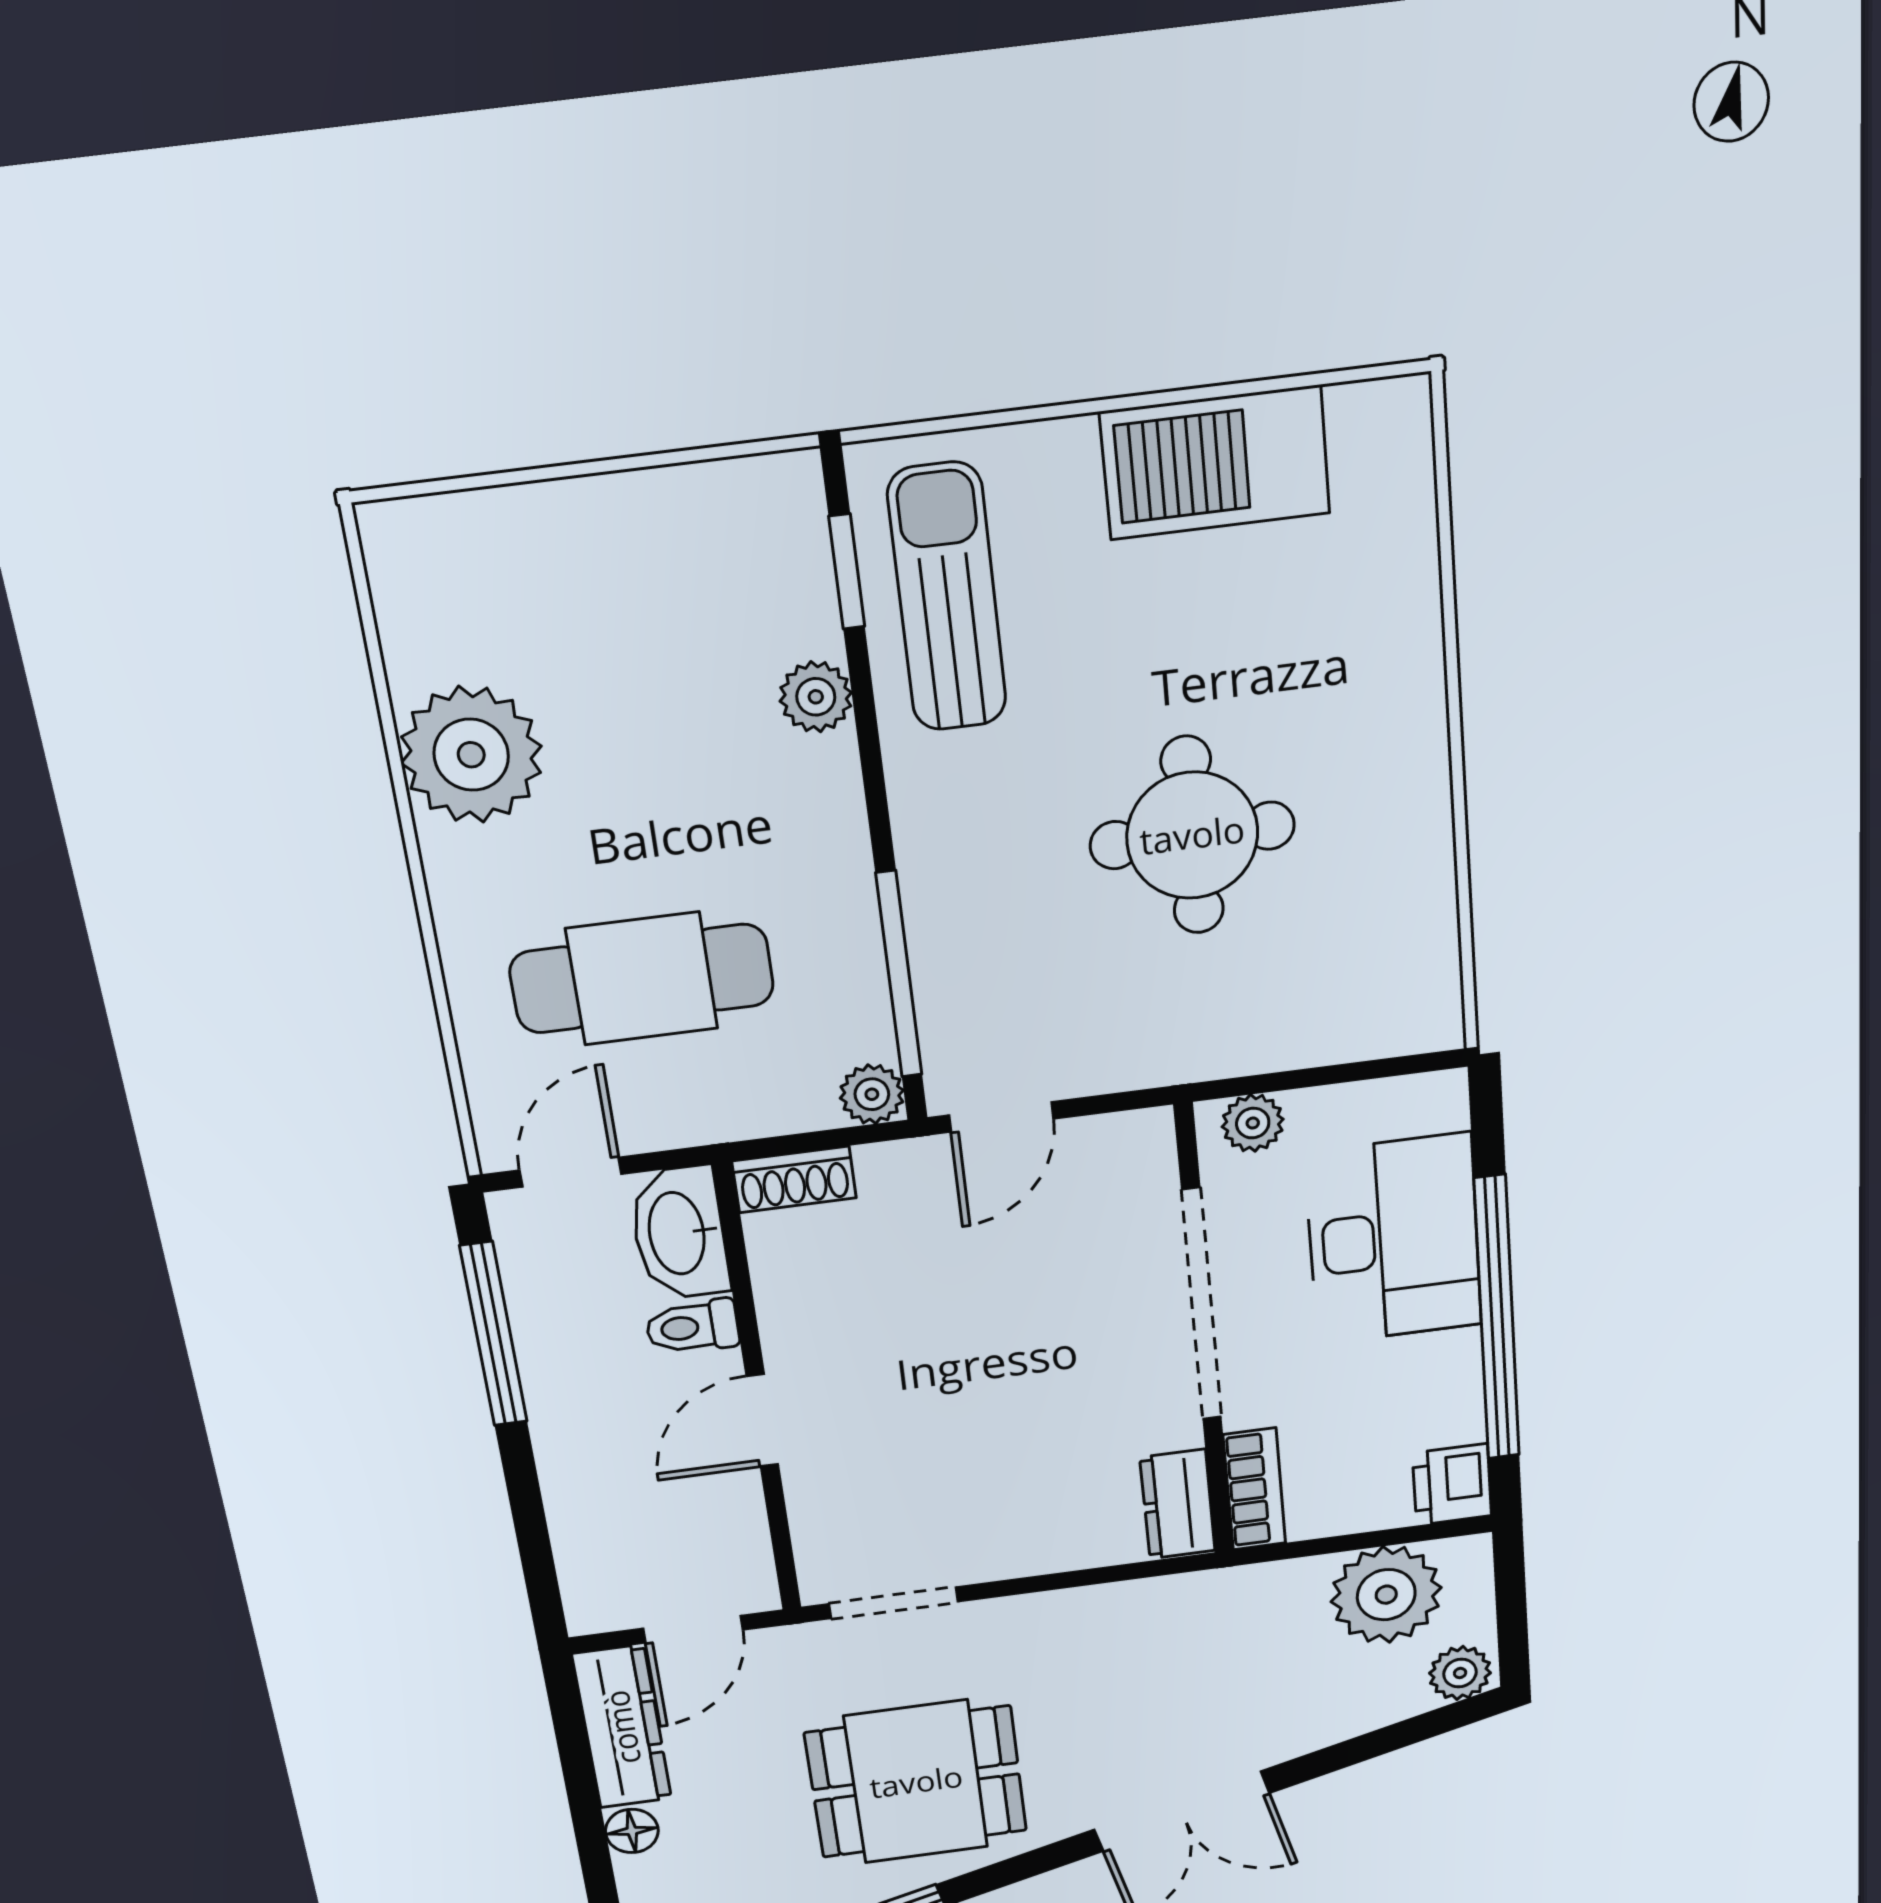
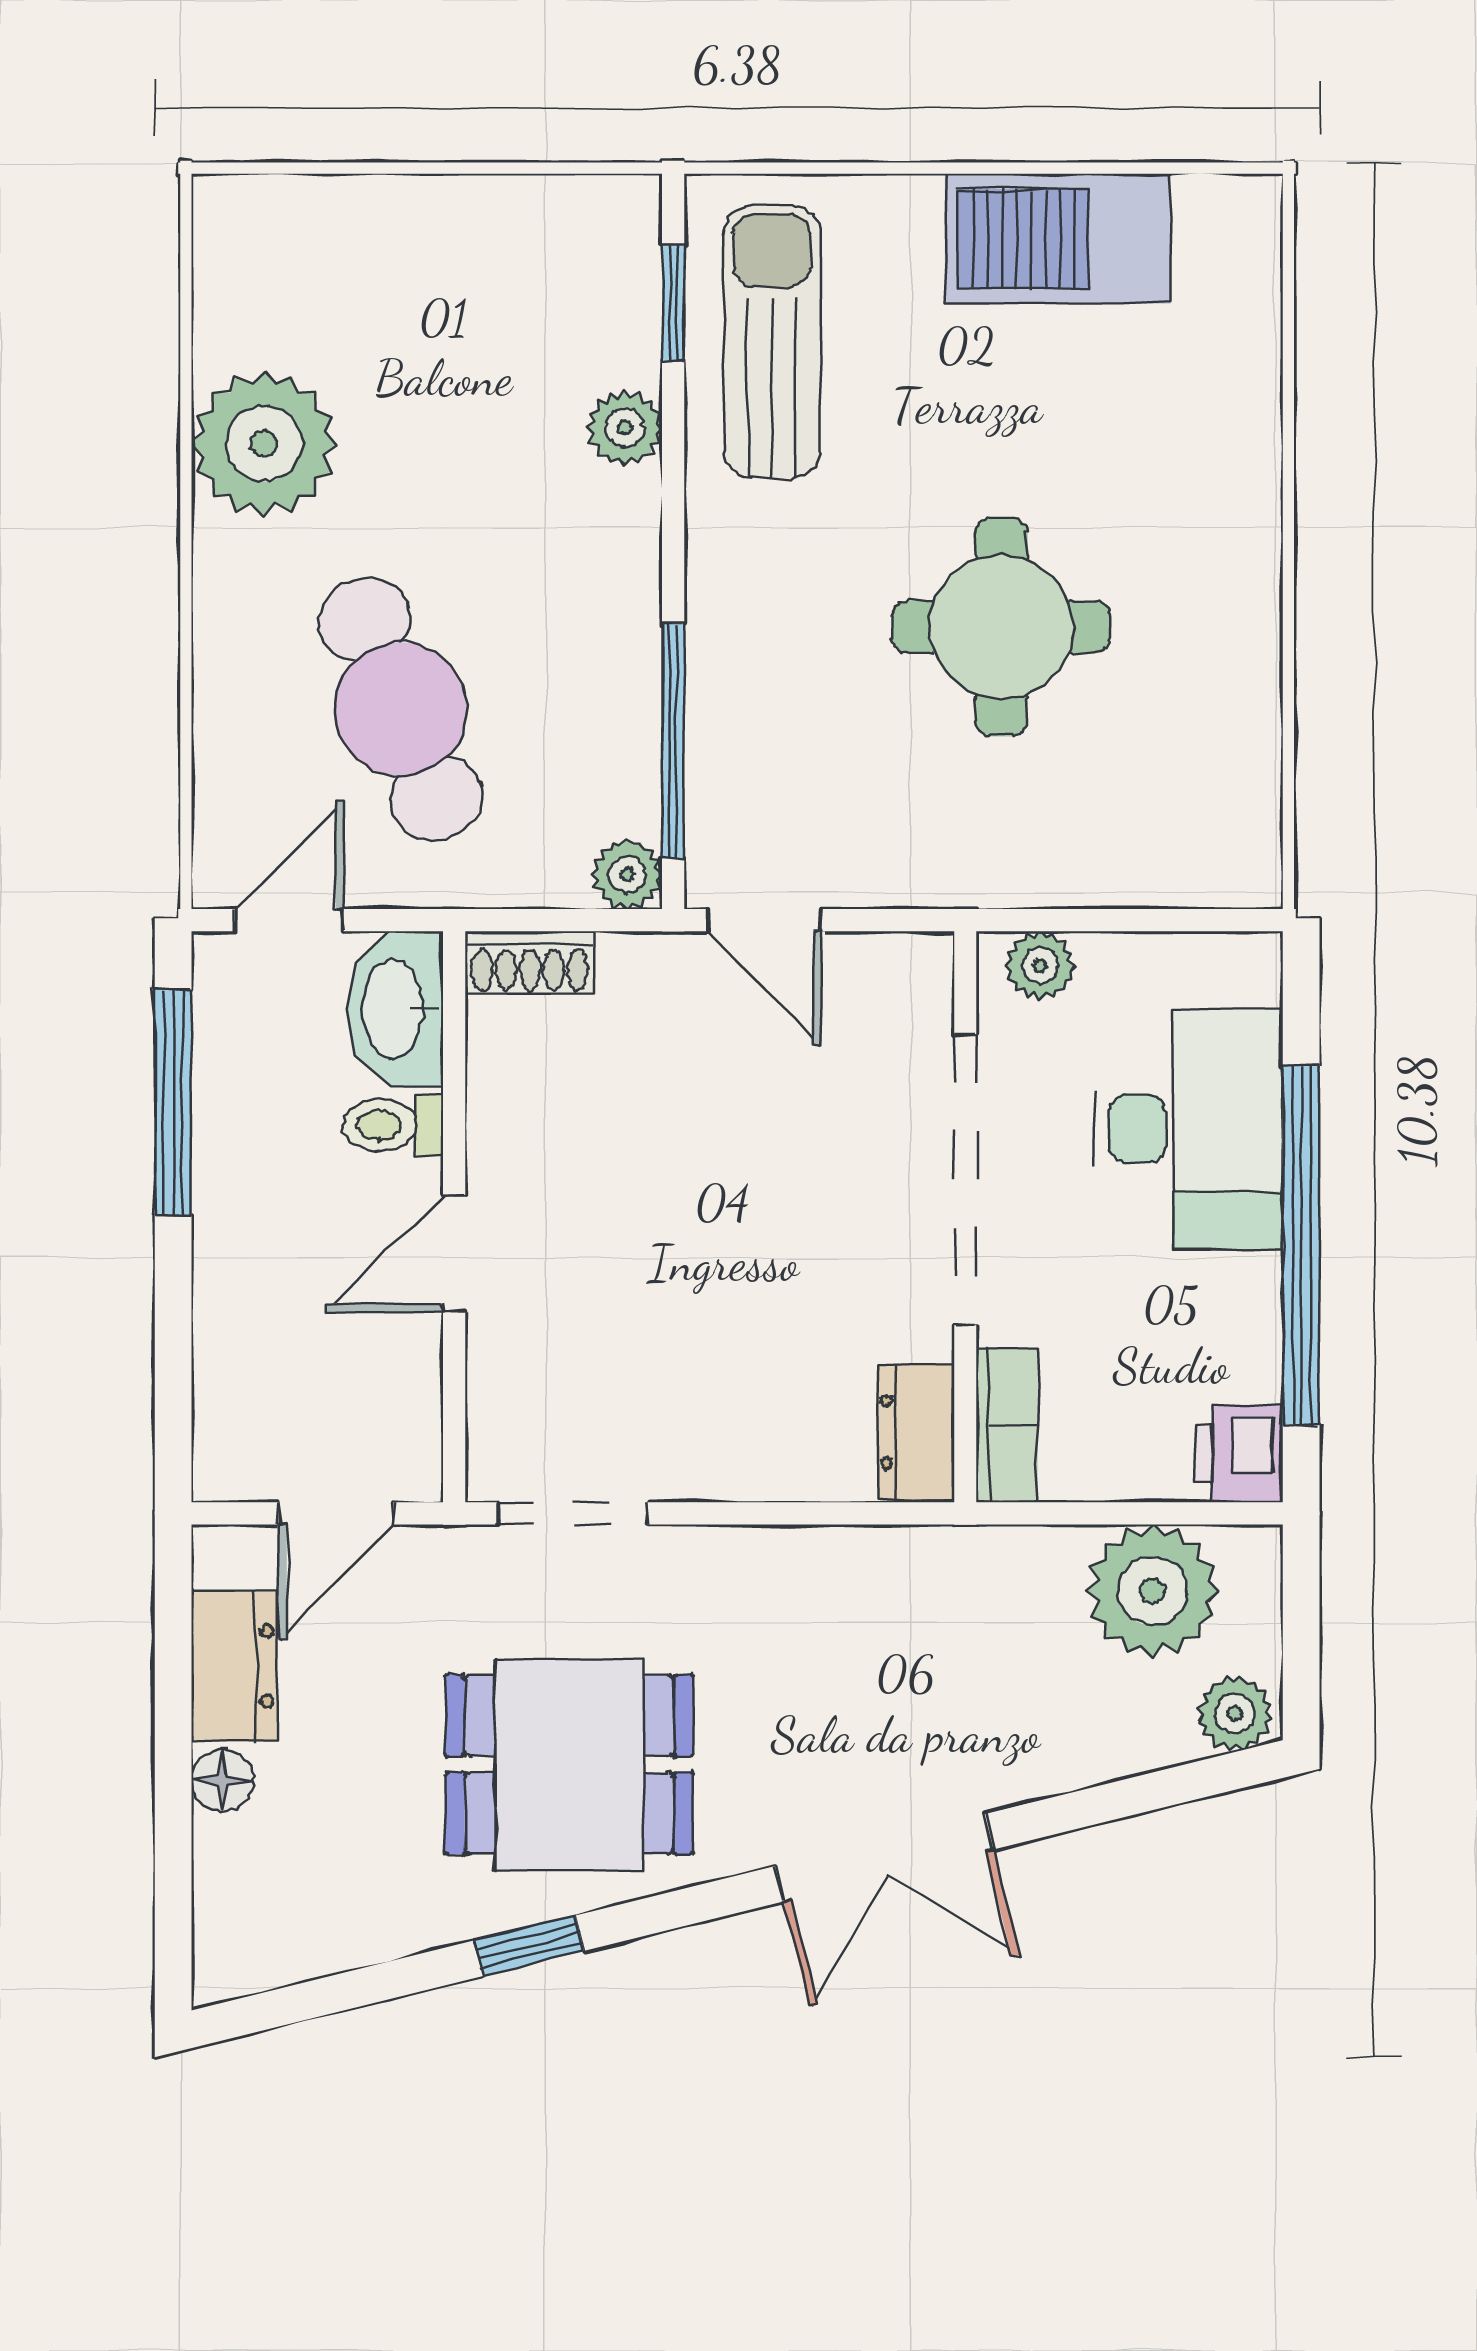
cafe table: (642, 979) -> (400, 709), turned 68
door: (1001, 1117) -> (765, 920), hinge flipped
dresser: (622, 1727) -> (234, 1666), width x0.70

